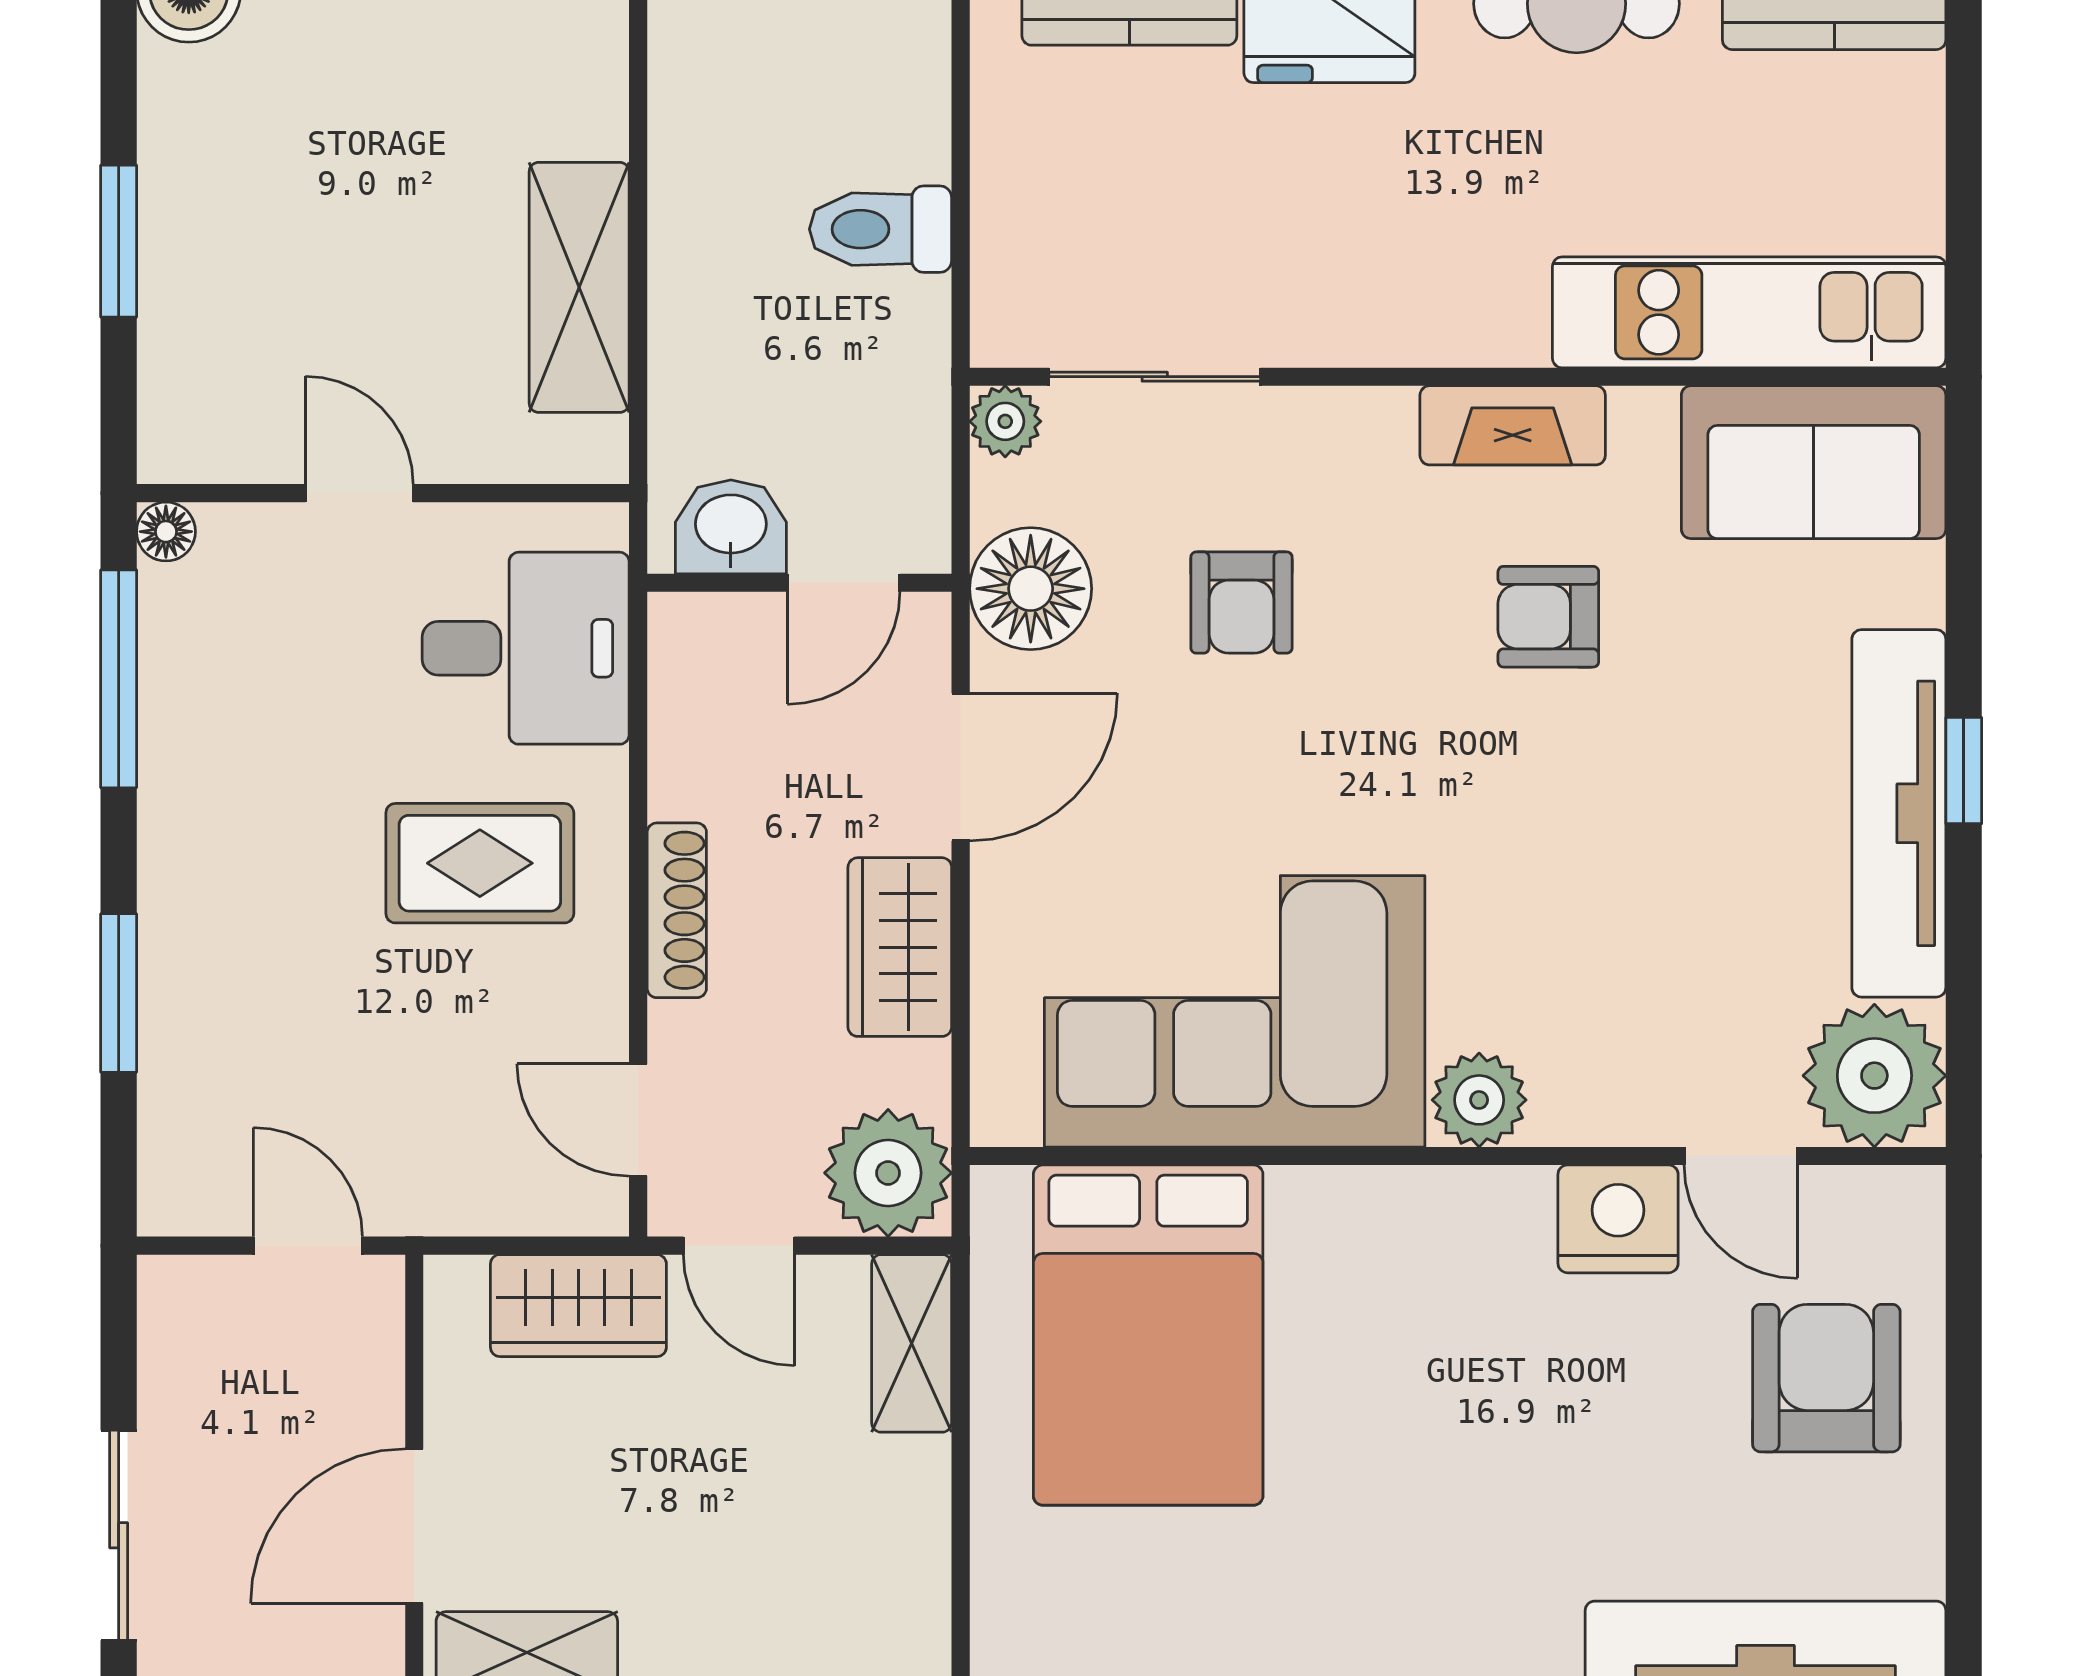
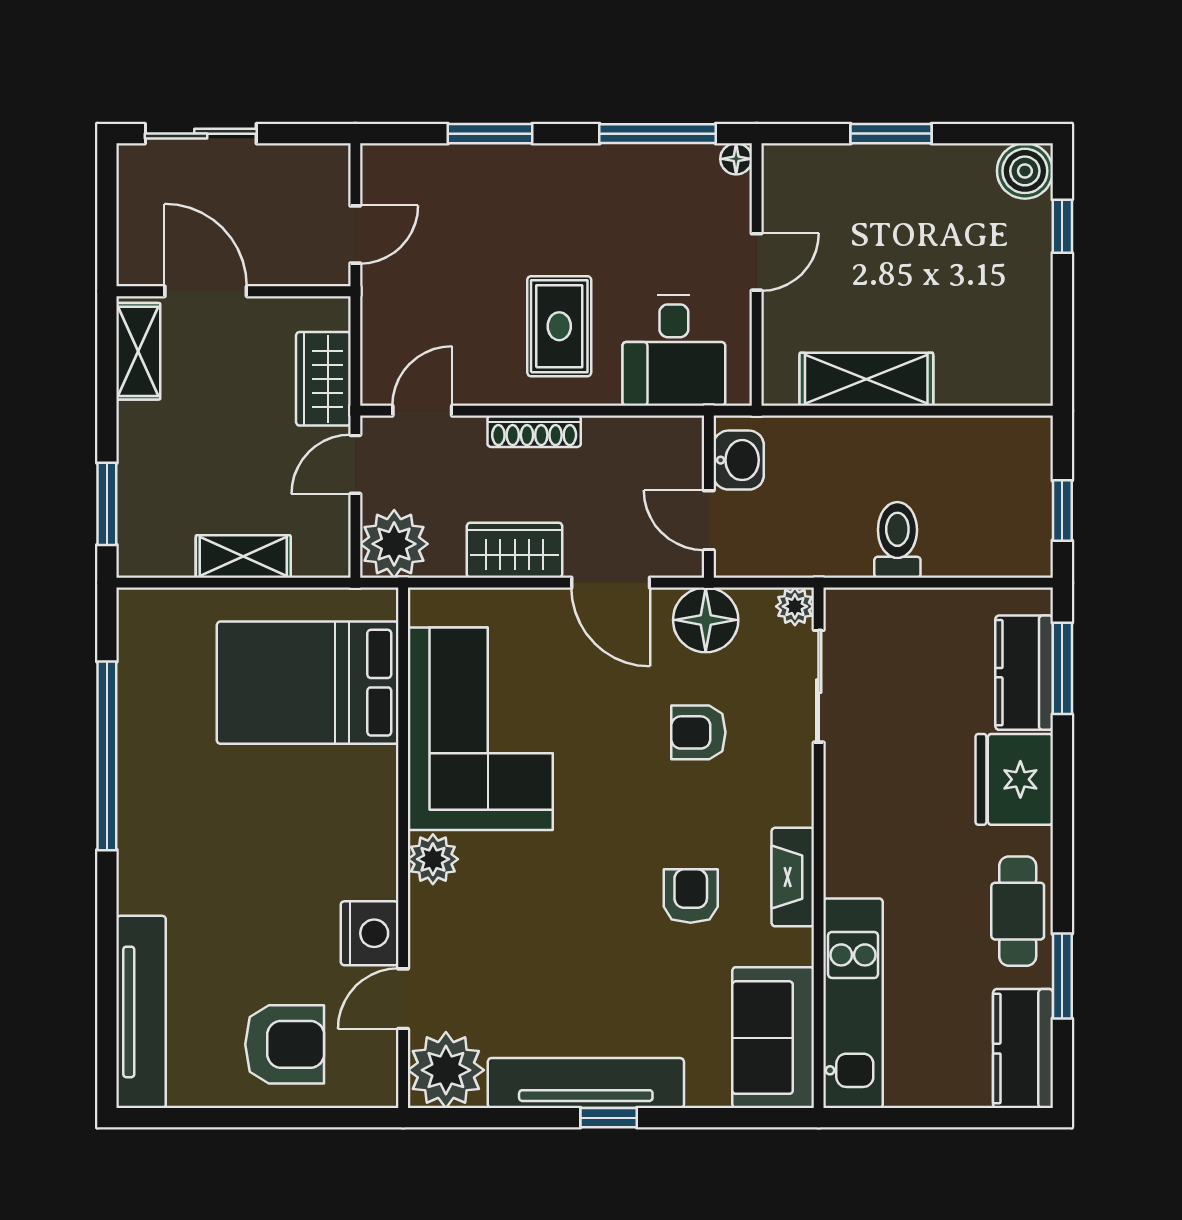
shelving: (912, 1343) -> (243, 557), moved

